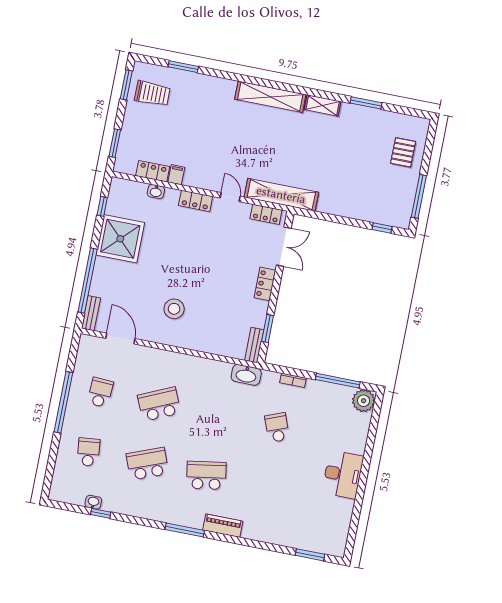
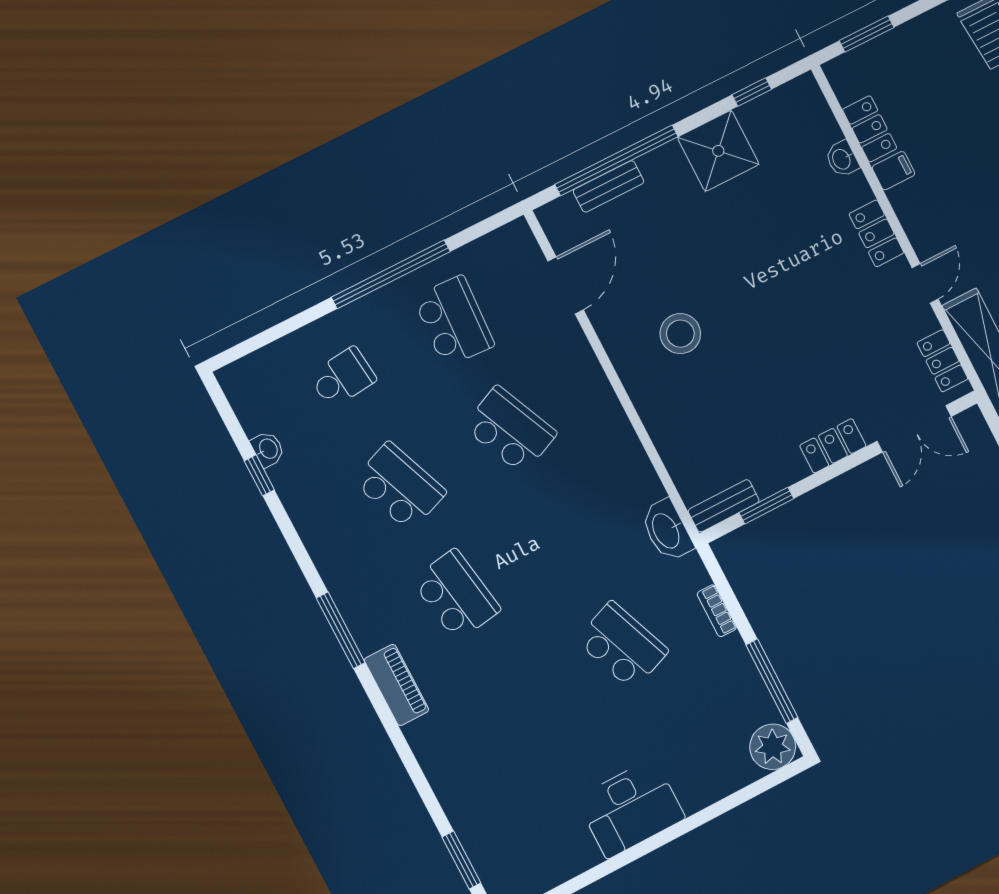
shower: (120, 239) -> (718, 151), width x0.73, depth x0.73
bench: (91, 313) -> (609, 186), moved
school desk: (100, 393) -> (454, 321), width x1.85
school desk: (277, 428) -> (622, 645), width x1.85

